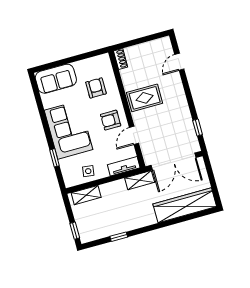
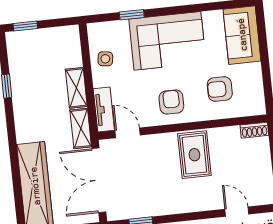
armchair: (96, 88) -> (220, 89), turned 180
door: (134, 135) -> (128, 133), moved
shelving: (86, 195) -> (76, 88), moved

